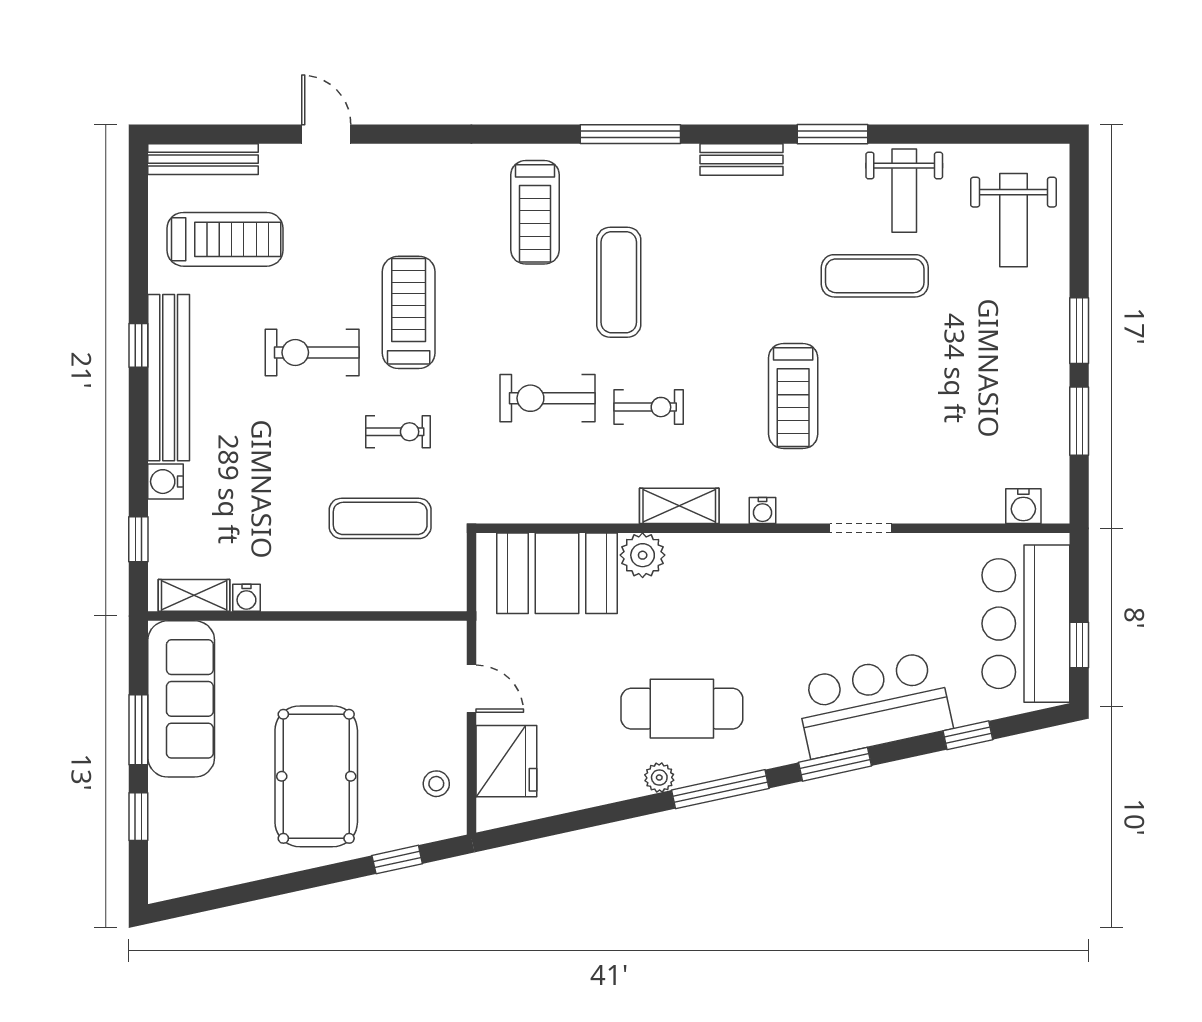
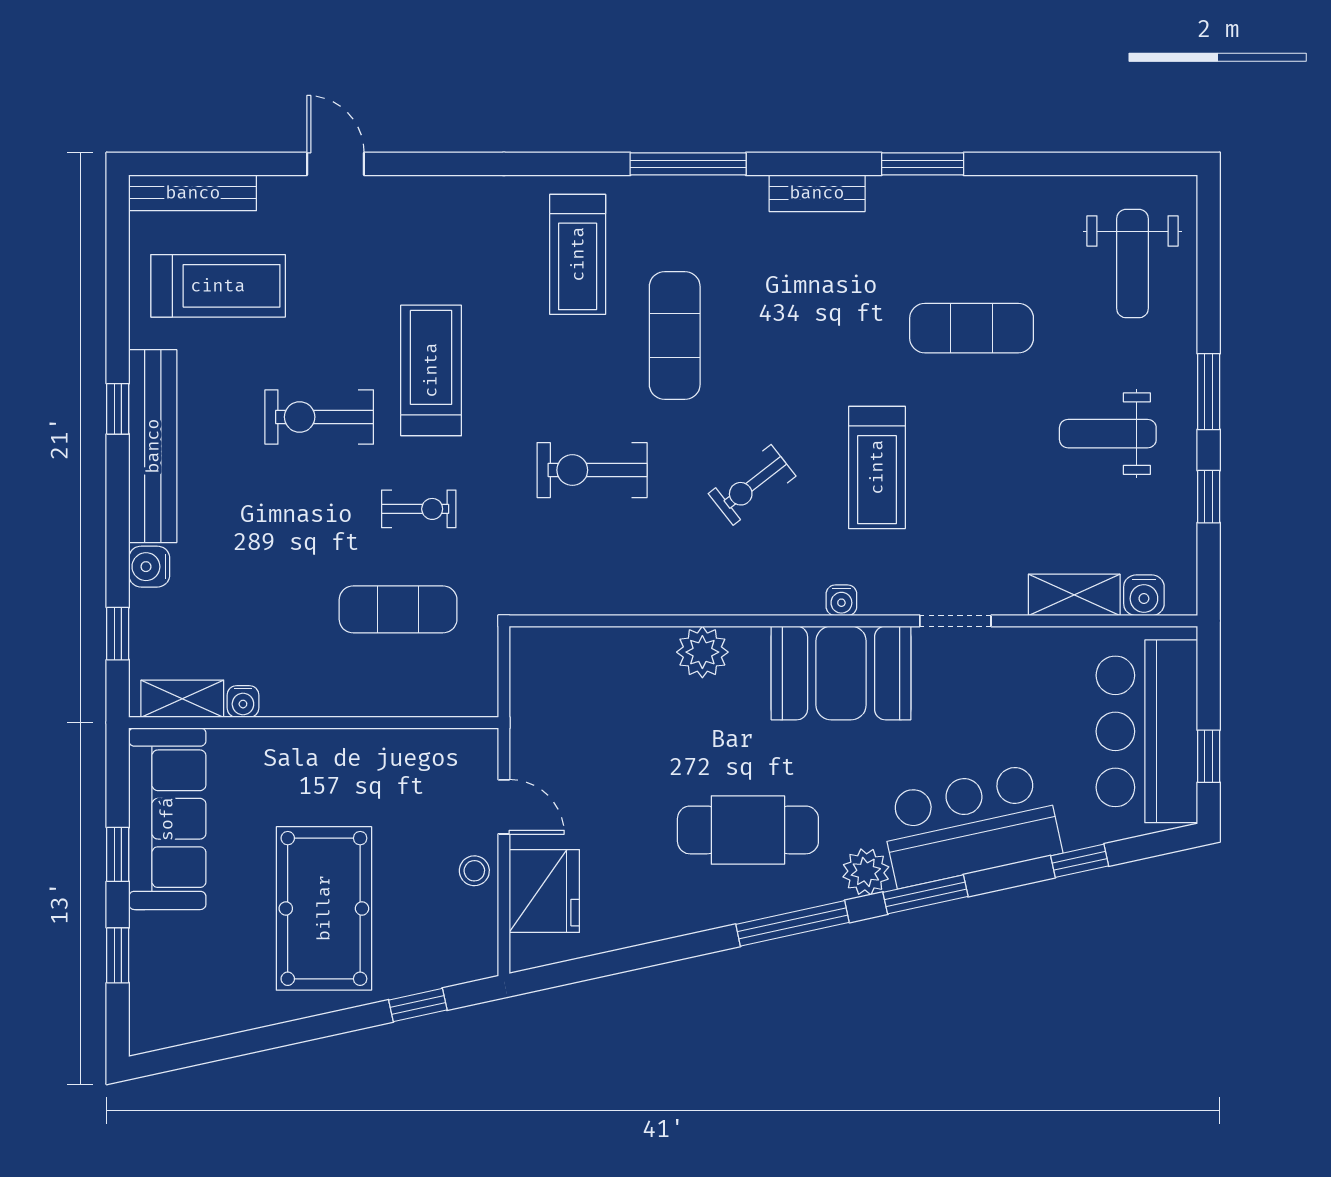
weight bench: (904, 191) -> (1108, 434), moved, turned 90
exercise bike: (649, 407) -> (752, 485), moved, turned 142
window: (1079, 421) -> (1209, 497), width x0.67
shelving: (679, 506) -> (1074, 595), moved
booth: (557, 573) -> (841, 673), moved
window: (138, 730) -> (118, 854), width x0.67
plant: (659, 778) -> (866, 872), moved, width x1.38, depth x1.38
stool: (436, 784) -> (474, 871), moved

